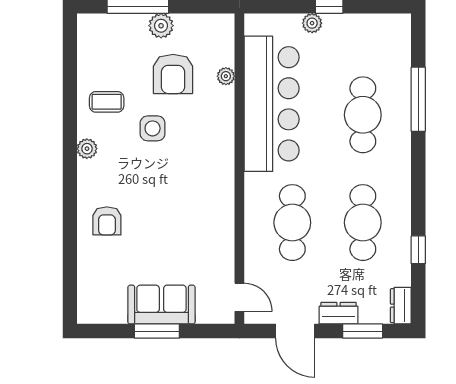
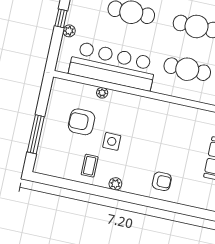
plant: (161, 26) -> (51, 123), removed
armchair: (173, 74) -> (82, 122), turned 180
plant: (226, 76) -> (102, 93), moved

